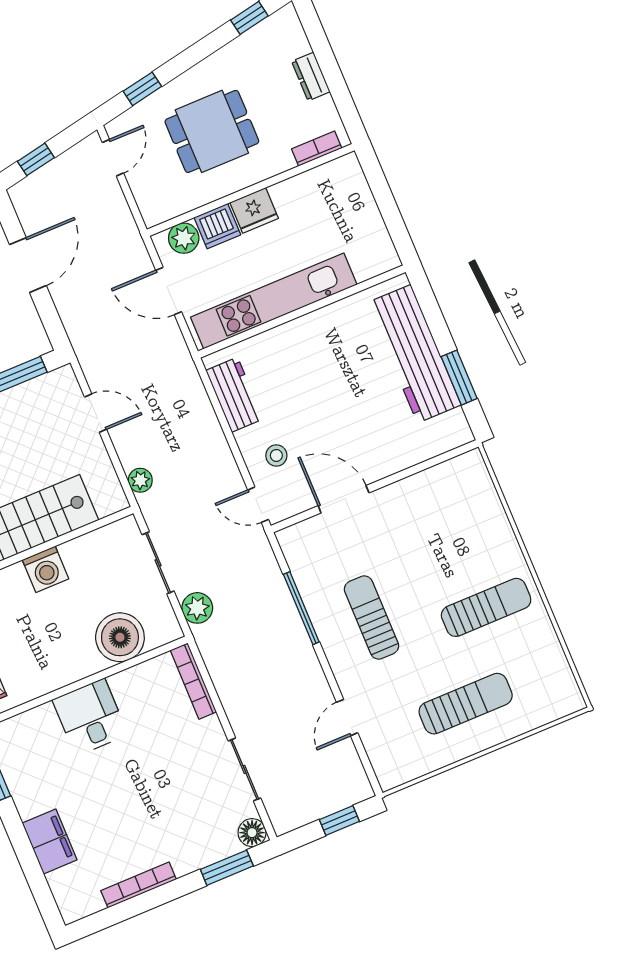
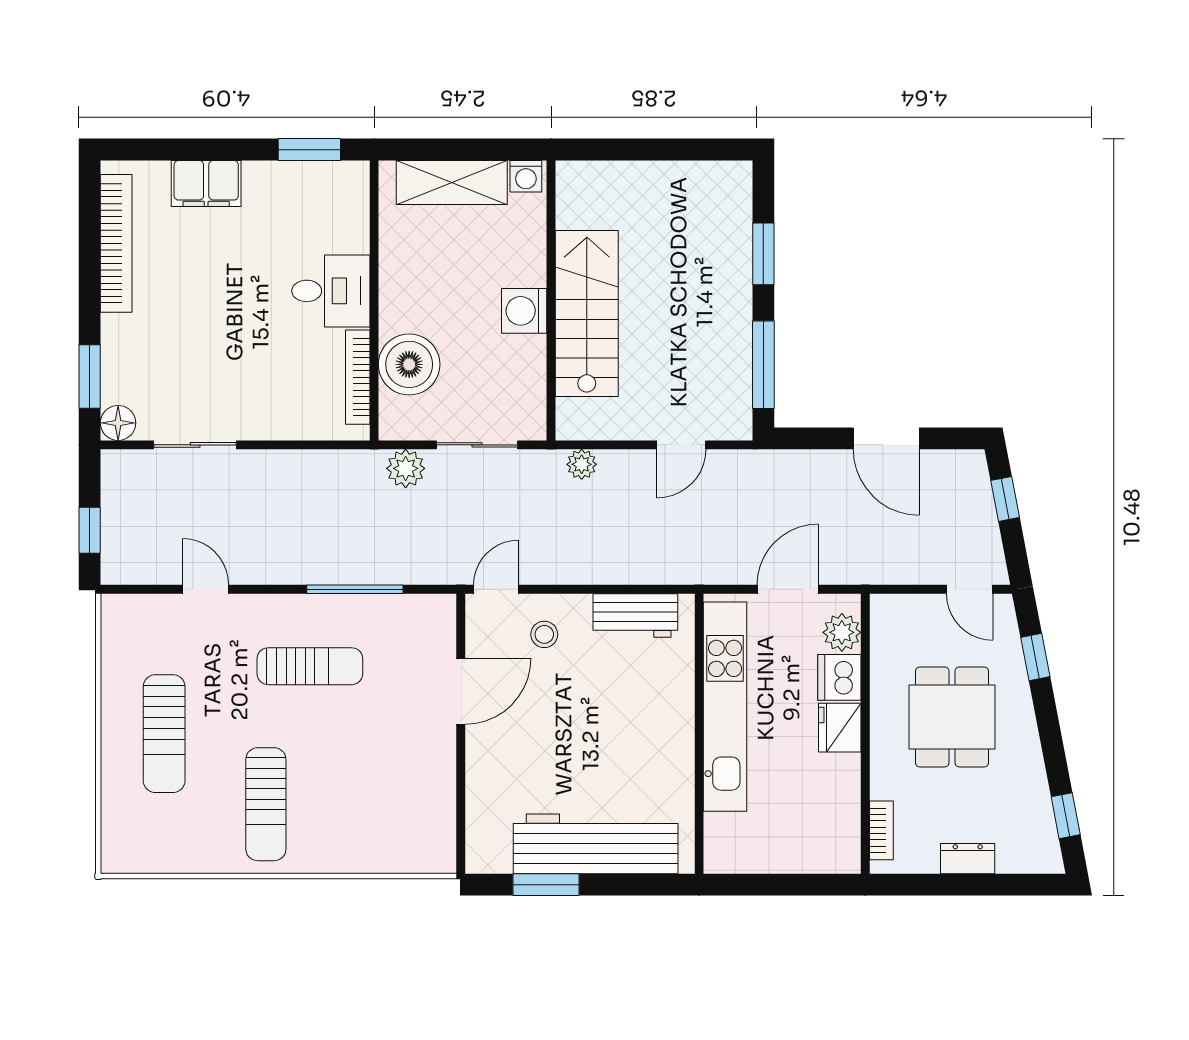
bookcase: (193, 681) -> (358, 377), moved, turned -90
bookcase: (139, 885) -> (116, 243), width x1.48, depth x1.31

